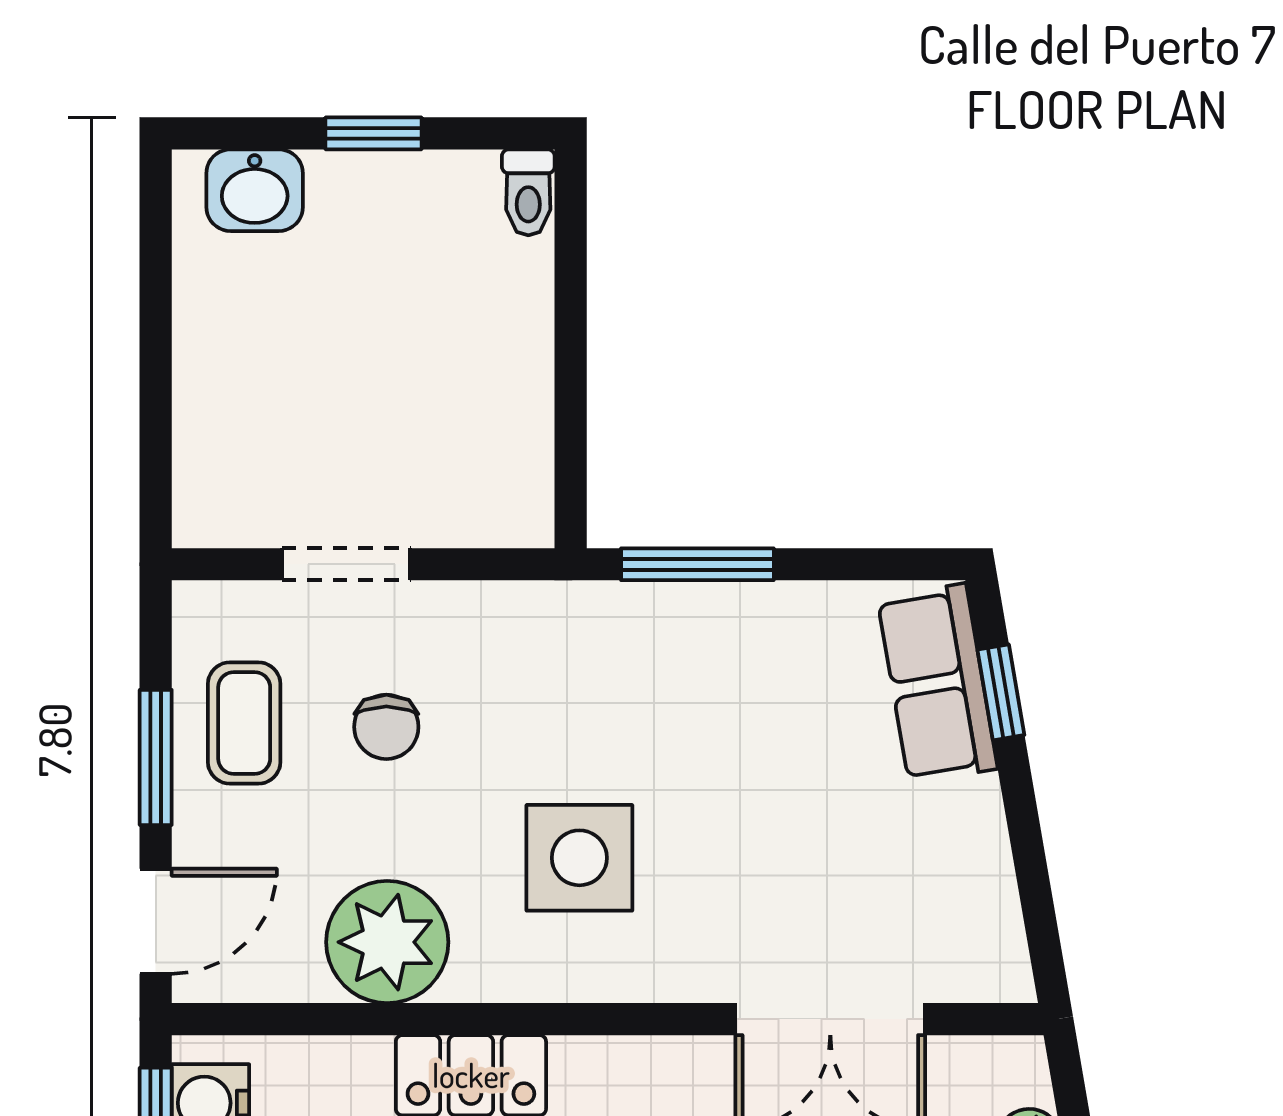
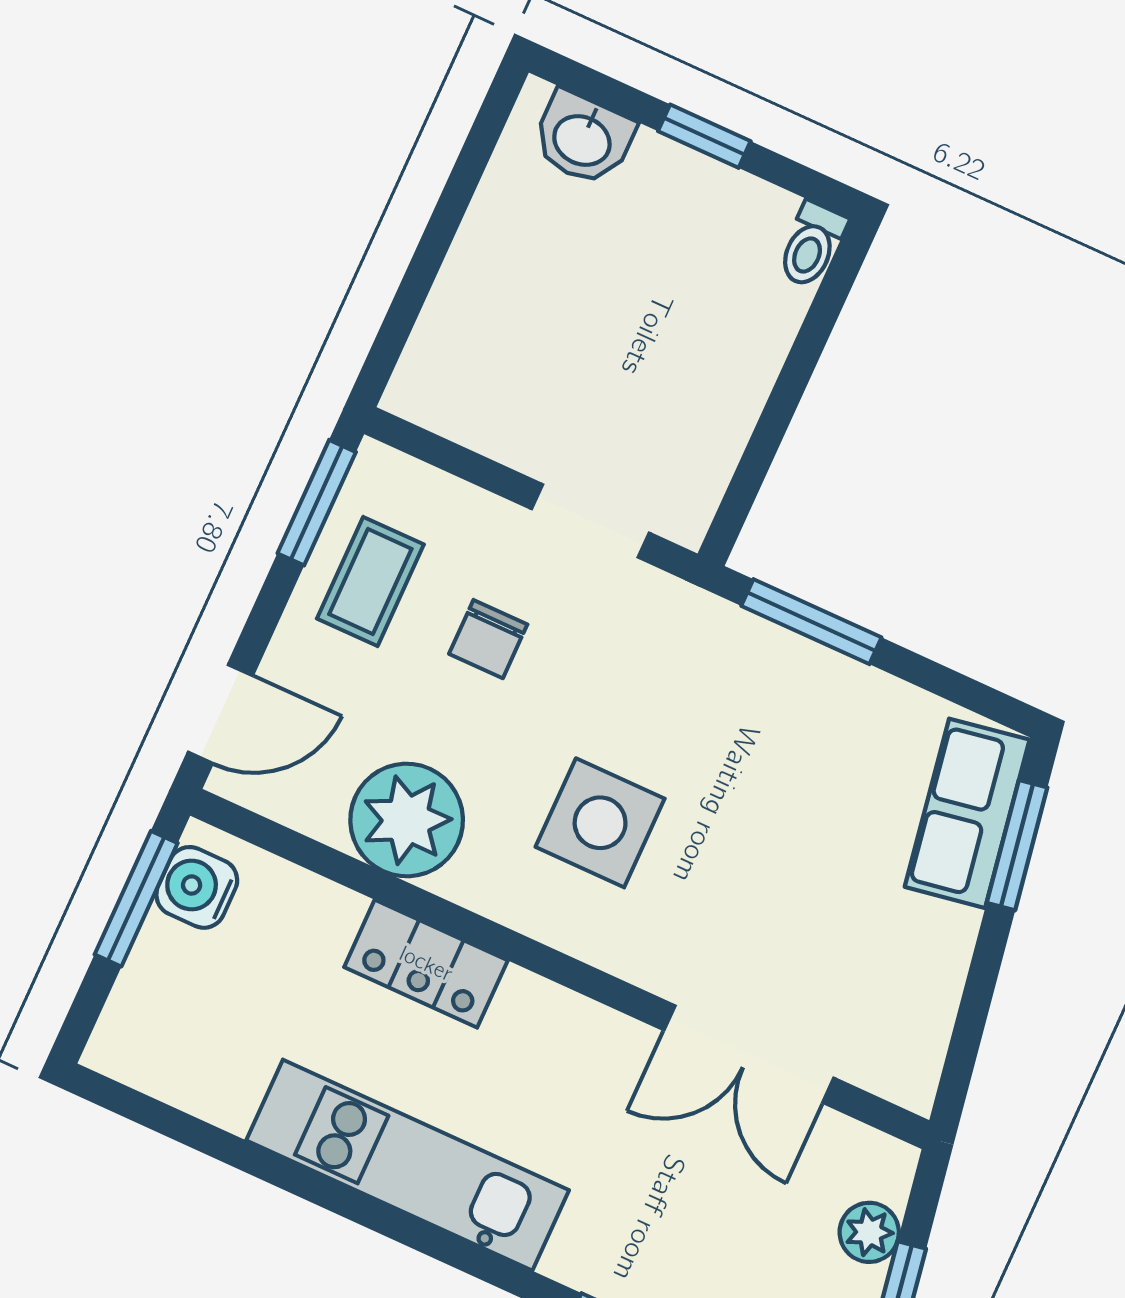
doorway: (346, 564) -> (590, 521), moved
window: (1001, 692) -> (1017, 845), width x1.50
window: (156, 757) -> (317, 503), moved

